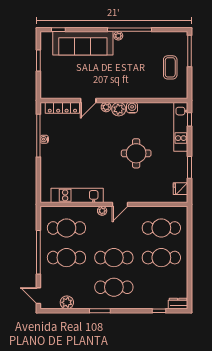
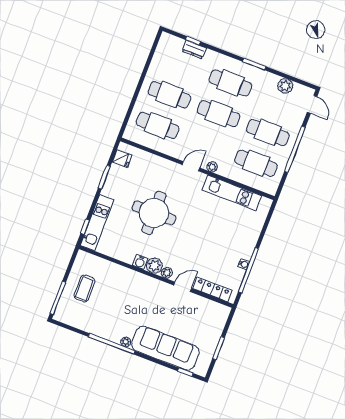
round table: (136, 153) -> (154, 213), width x1.36, depth x1.36
dresser: (178, 304) -> (194, 50), moved

